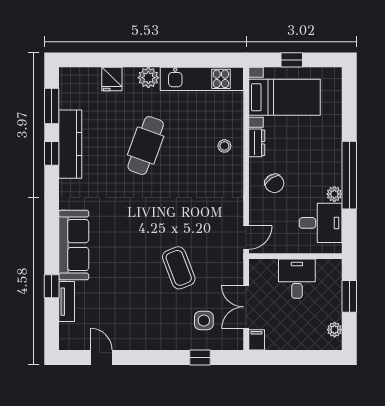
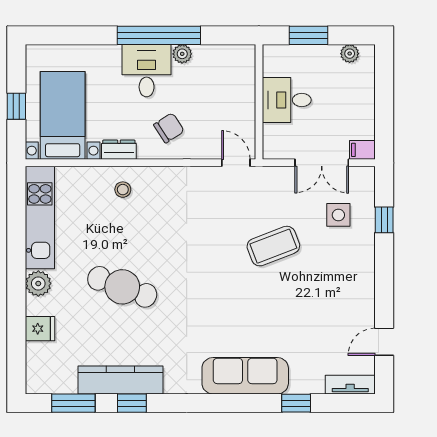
desk: (321, 223) -> (147, 71), moved
tv unit: (67, 302) -> (350, 385), moved

